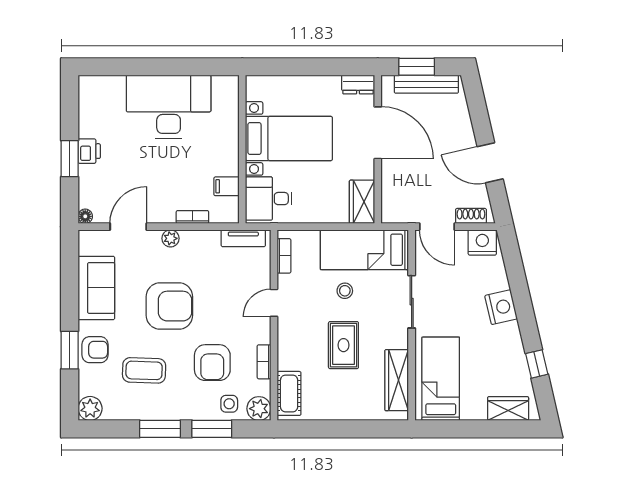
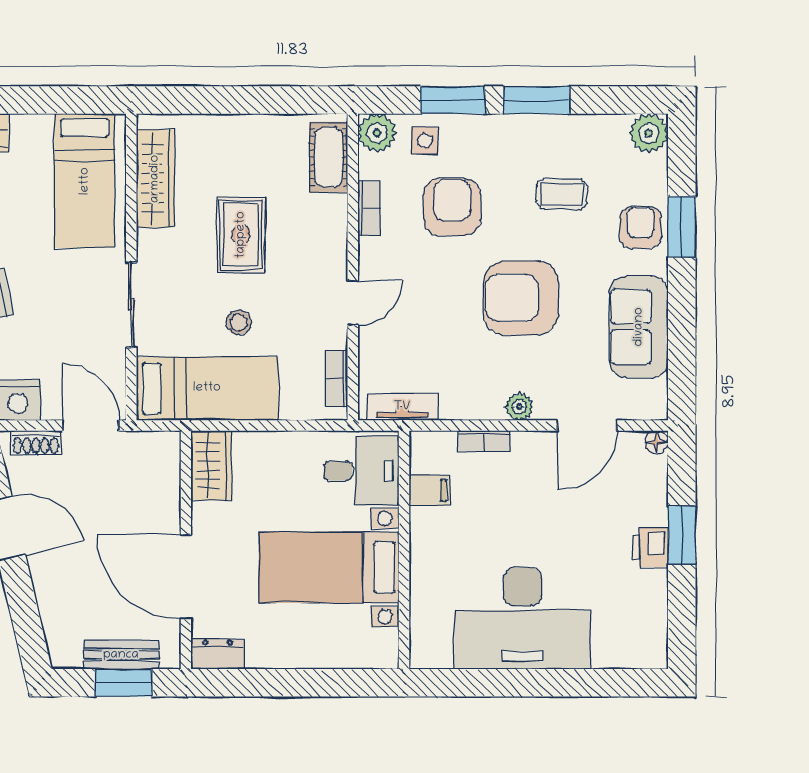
bench: (426, 84) -> (121, 655), width x0.73
armchair: (95, 350) -> (641, 228), turned 90
coffee table: (144, 370) -> (562, 194), width x0.73, depth x0.77

